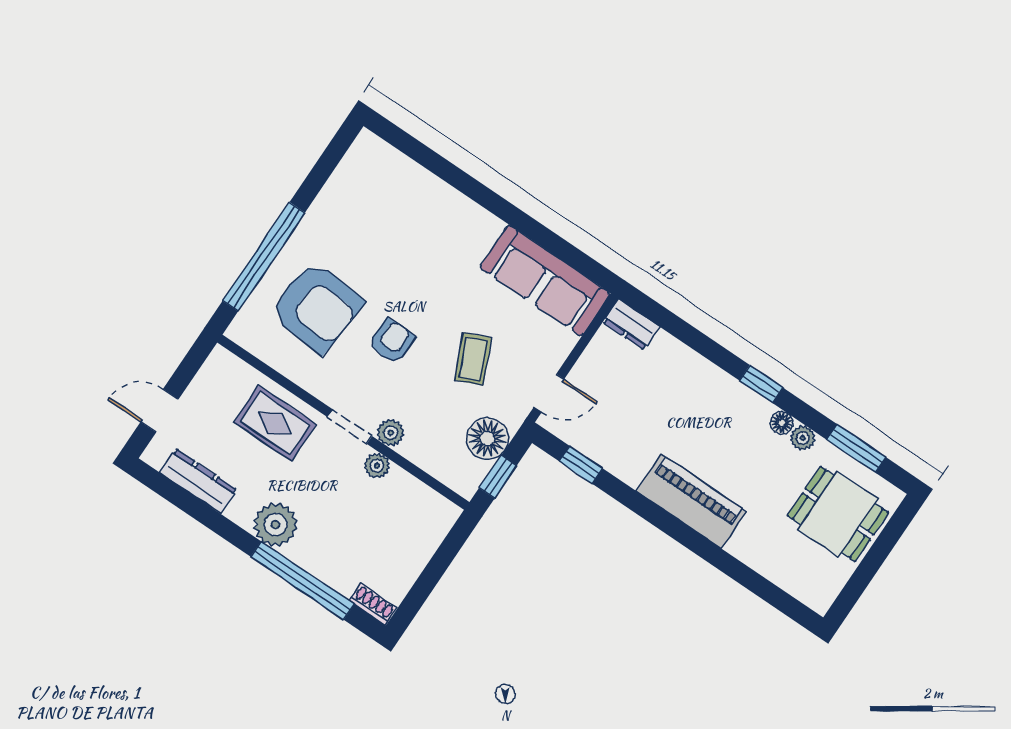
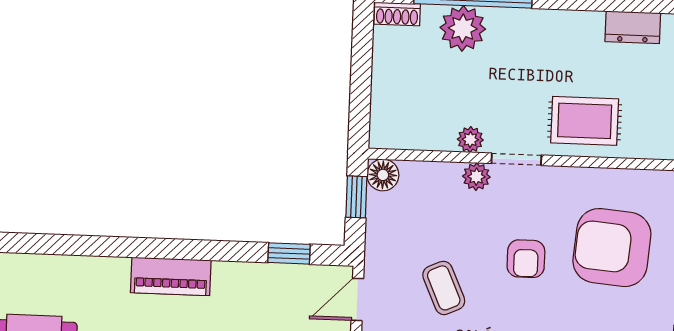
floor lamp: (487, 438) -> (383, 175), moved, width x0.73, depth x0.73
dresser: (198, 481) -> (633, 27), width x0.70
piano: (691, 501) -> (171, 276), width x0.73, depth x0.75
plant: (275, 525) -> (463, 28), moved

